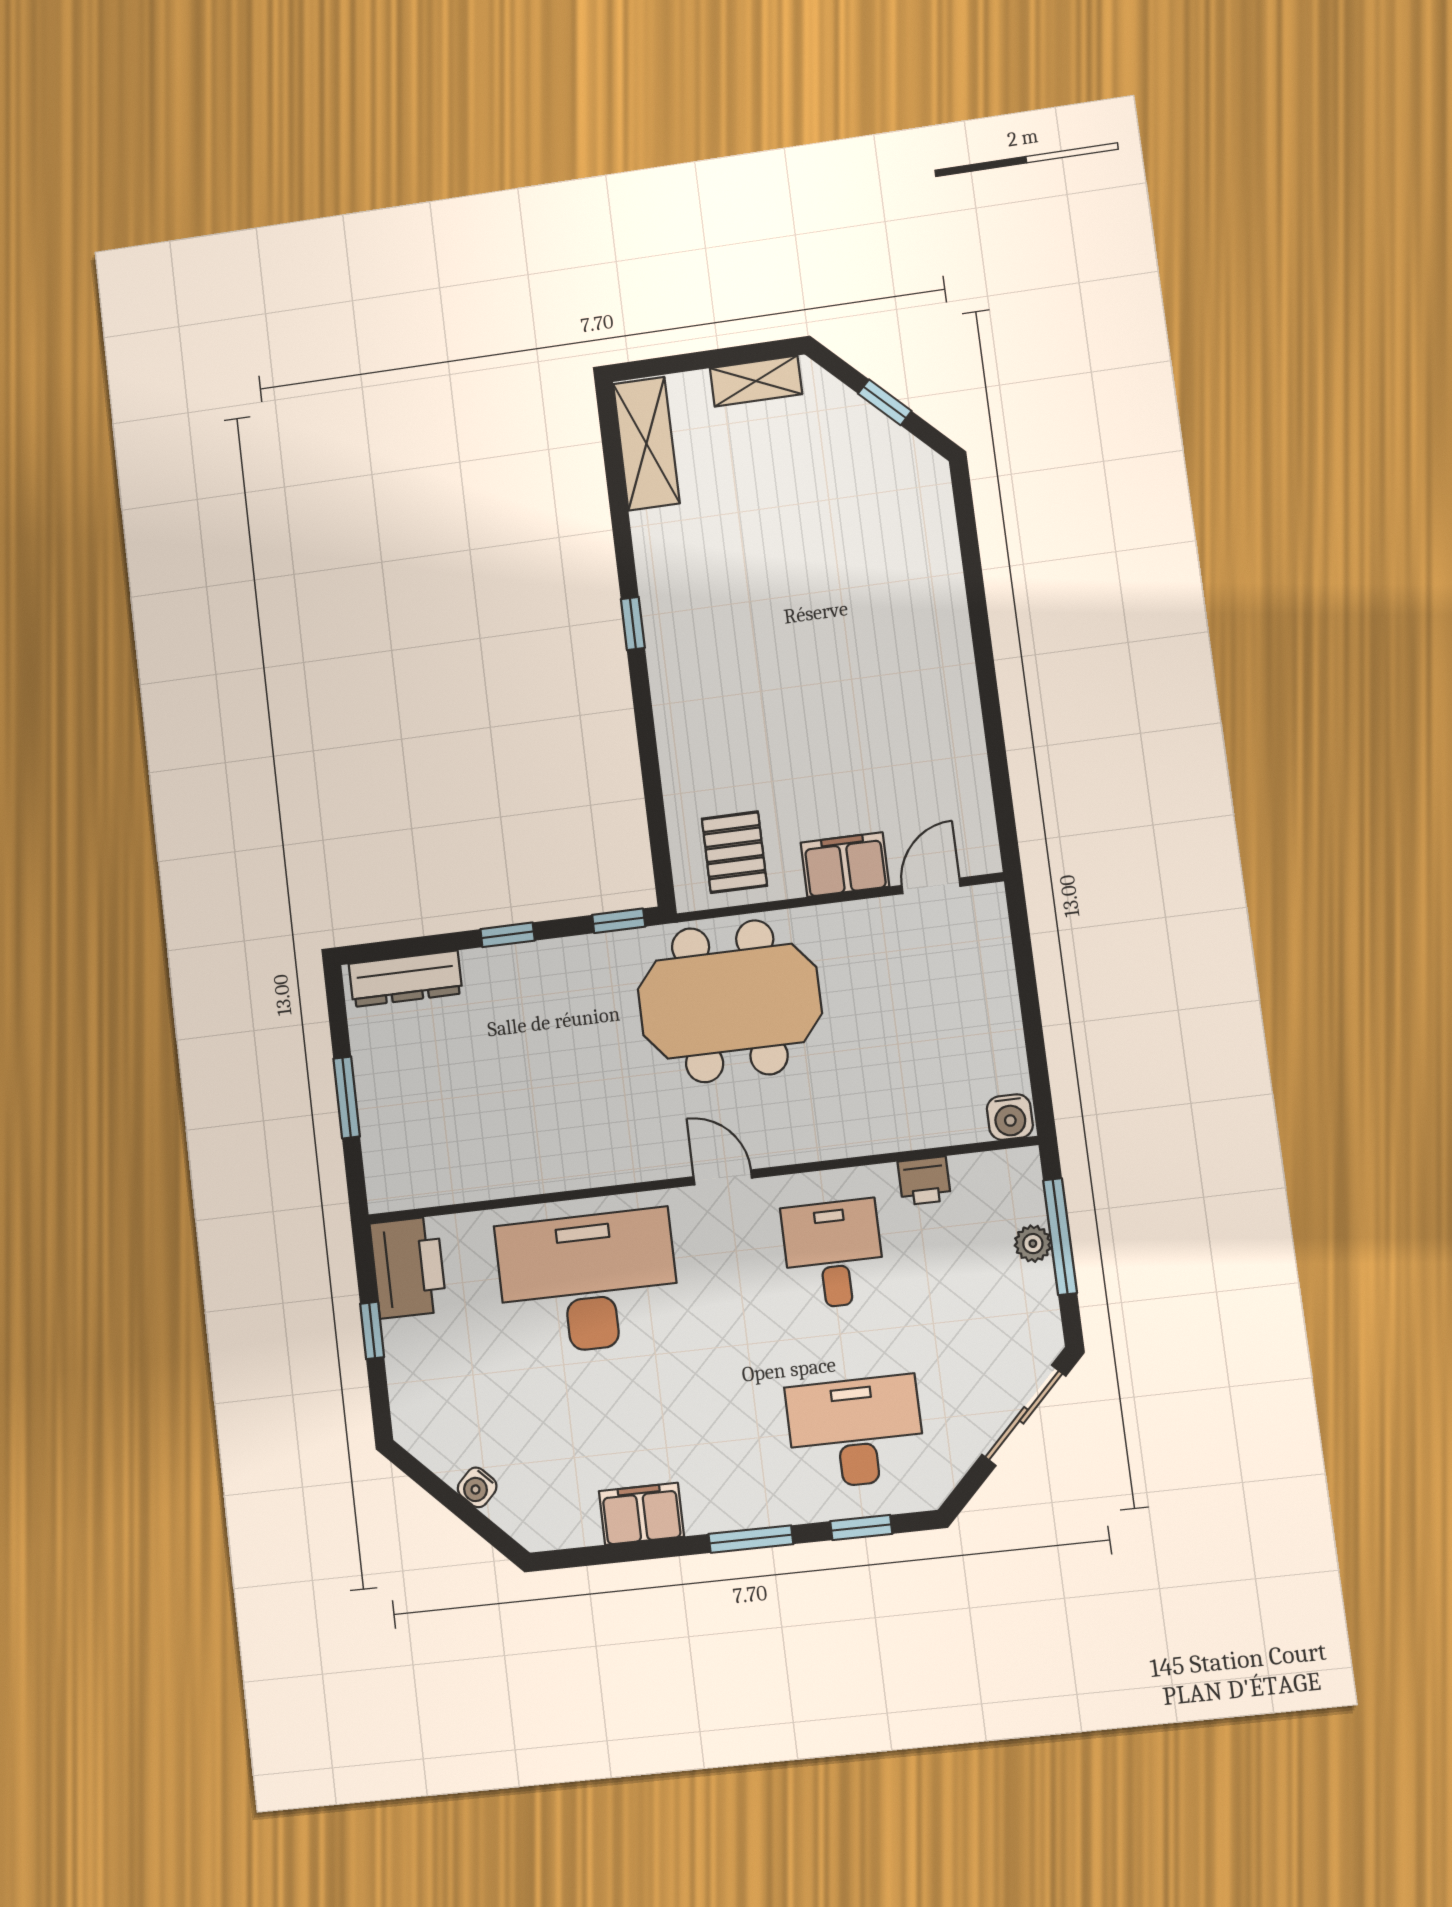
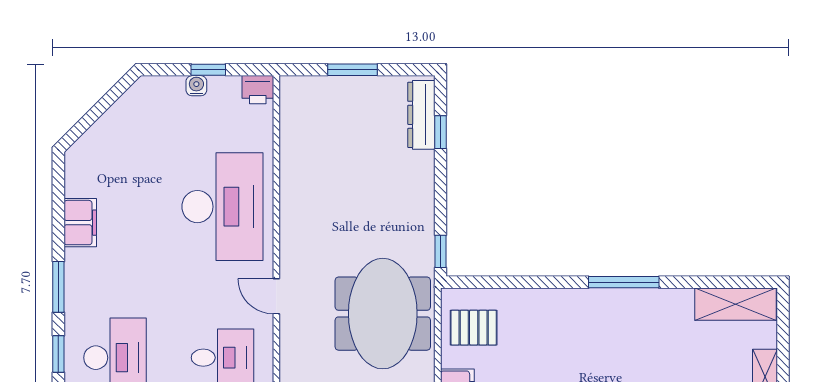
window: (633, 623) -> (624, 282), width x2.17
window: (508, 935) -> (441, 132), moved
door: (723, 1177) -> (276, 296), swing flipped
printer: (408, 1267) -> (258, 90), width x0.53, depth x0.68
water cooler: (477, 1487) -> (196, 86), moved, turned 45

